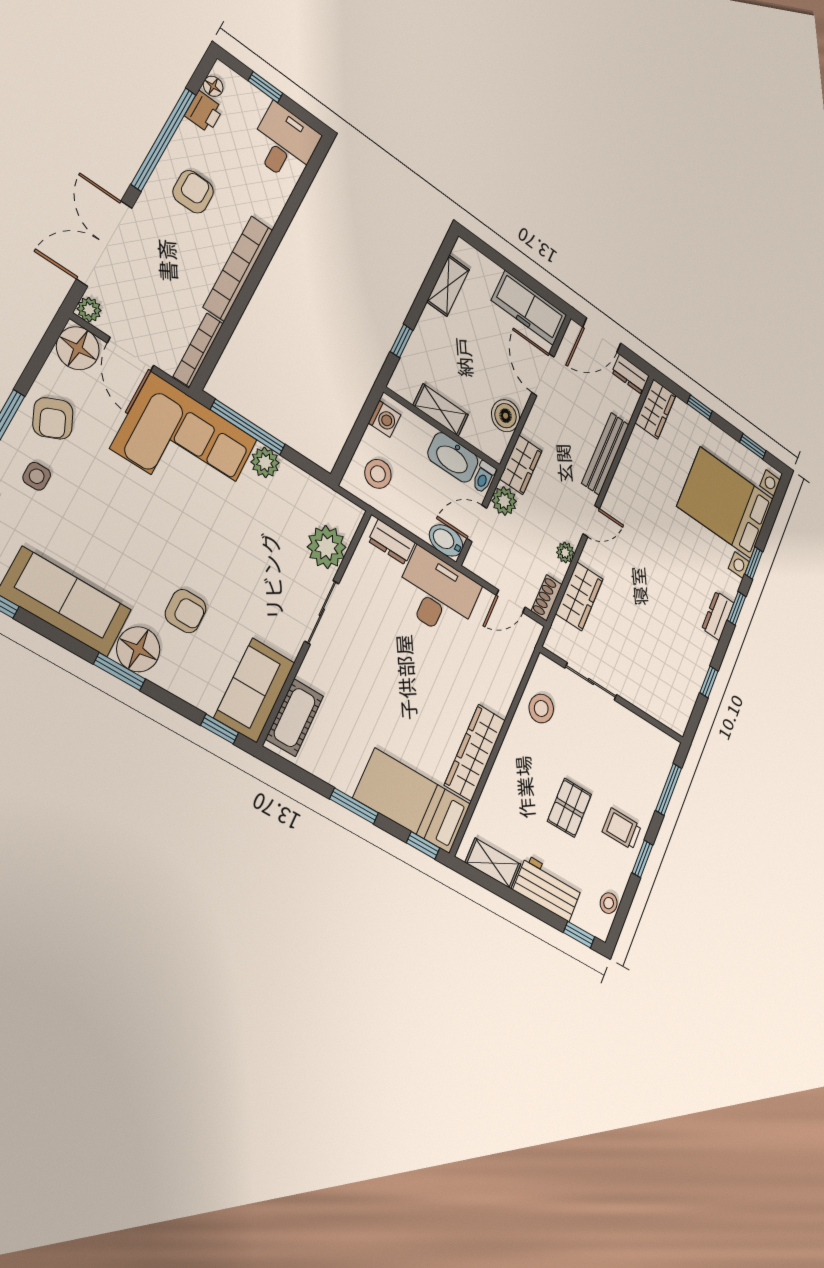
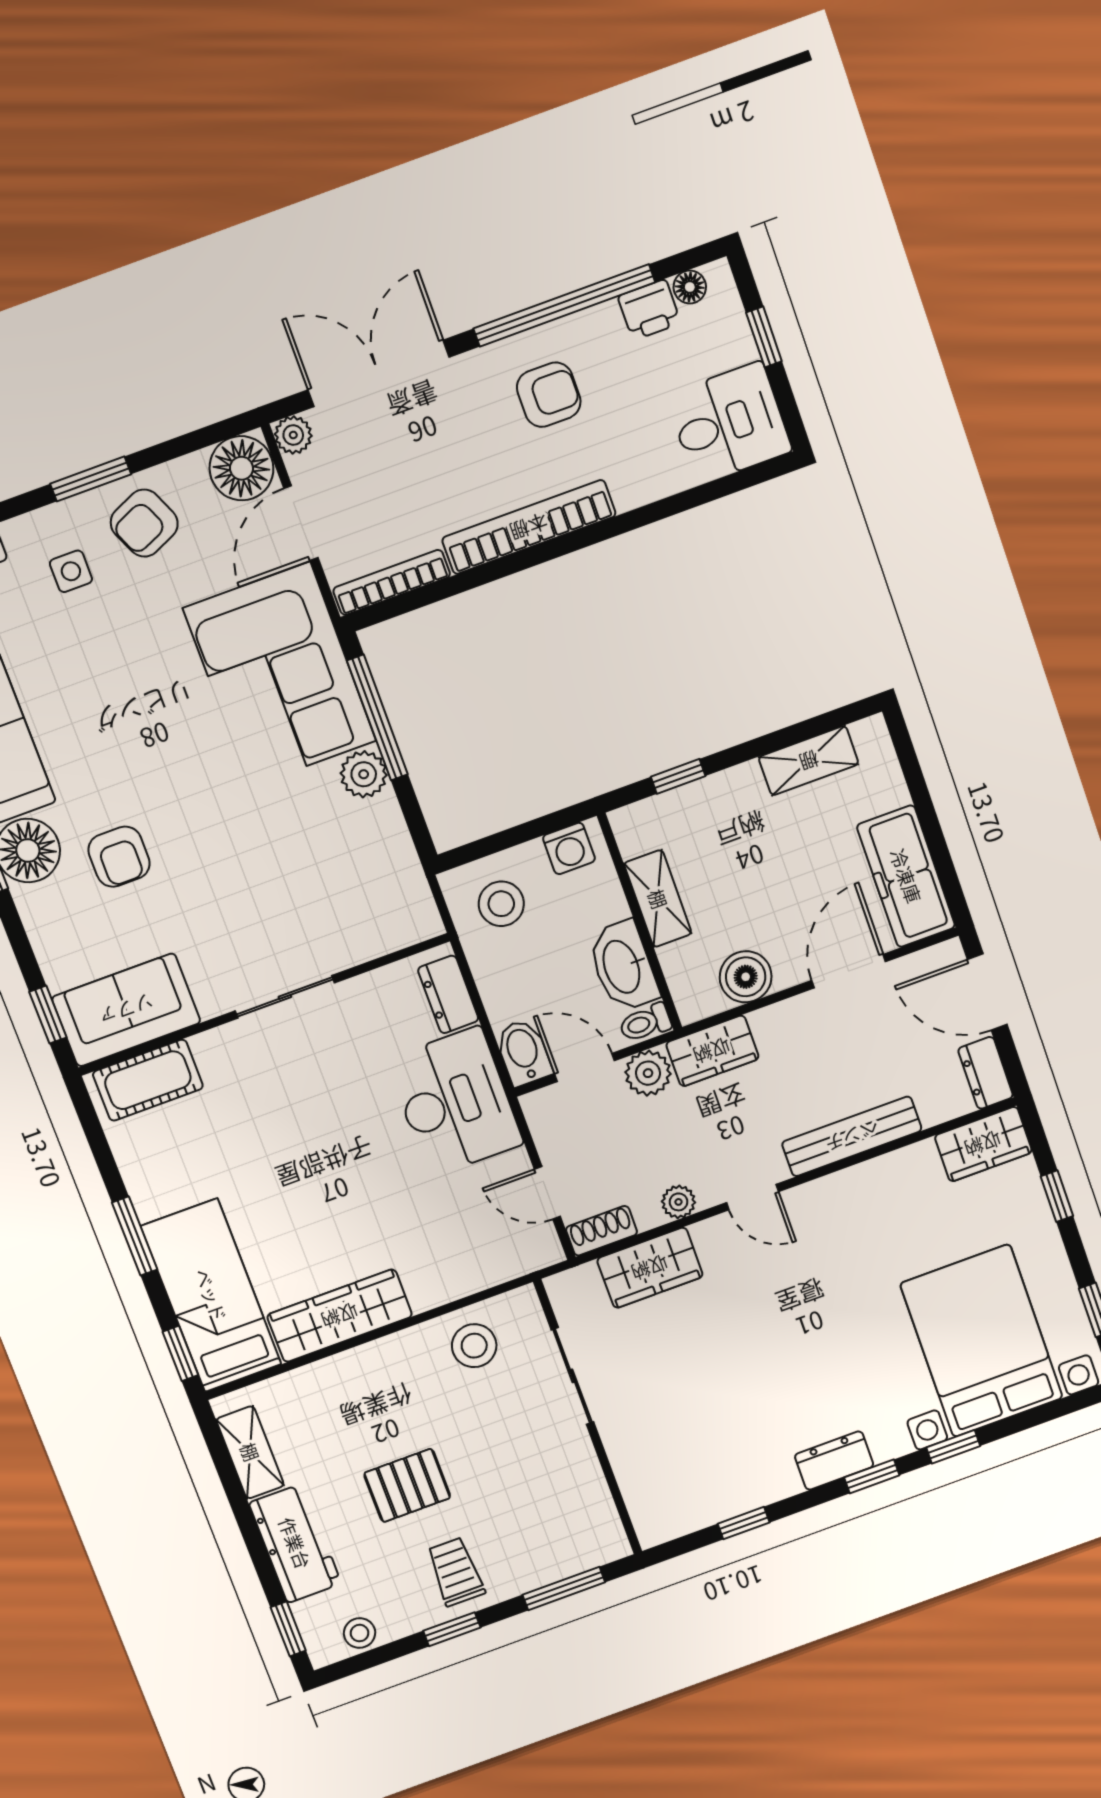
plant: (327, 547) -> (357, 931), removed

